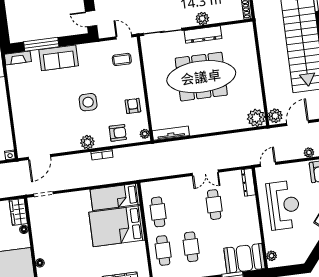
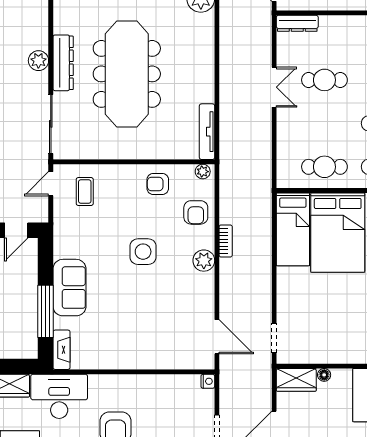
armchair: (118, 133) -> (196, 212), turned 180

